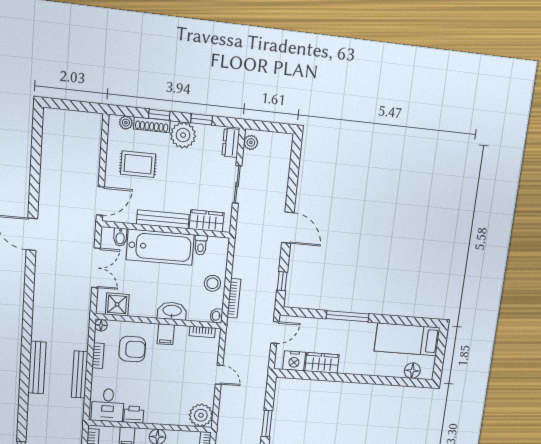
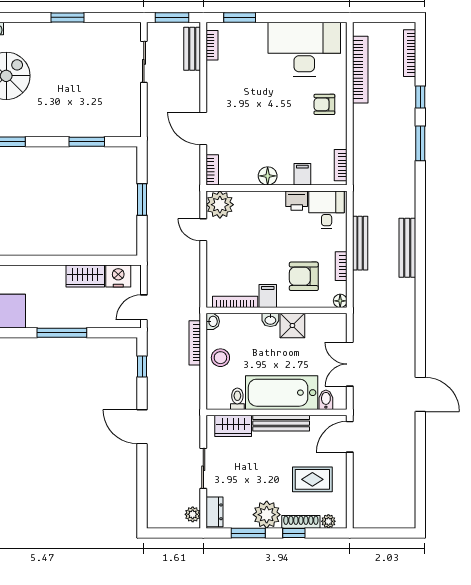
window: (202, 119) -> (248, 533), width x1.50
shower: (117, 304) -> (292, 326), moved
washbasin: (172, 311) -> (270, 320), width x0.52, depth x0.69
bookcase: (202, 332) -> (235, 302), width x1.56
door: (219, 375) -> (203, 230), moved

